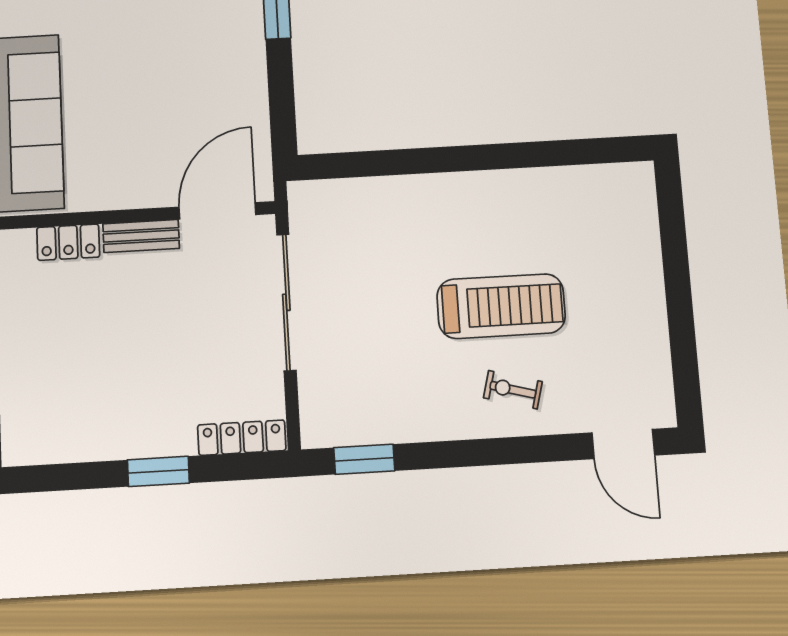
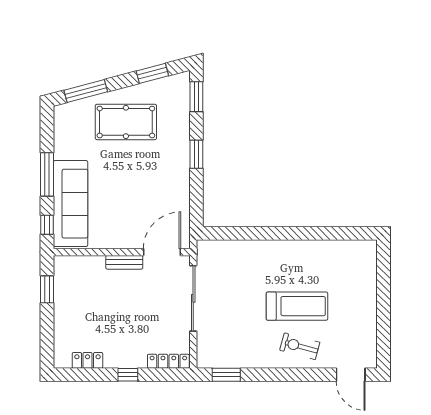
locker: (68, 242) -> (87, 360), moved, turned 180
exercise bike: (513, 390) -> (300, 346), width x1.38, depth x1.39
window: (158, 471) -> (128, 375), width x0.67

